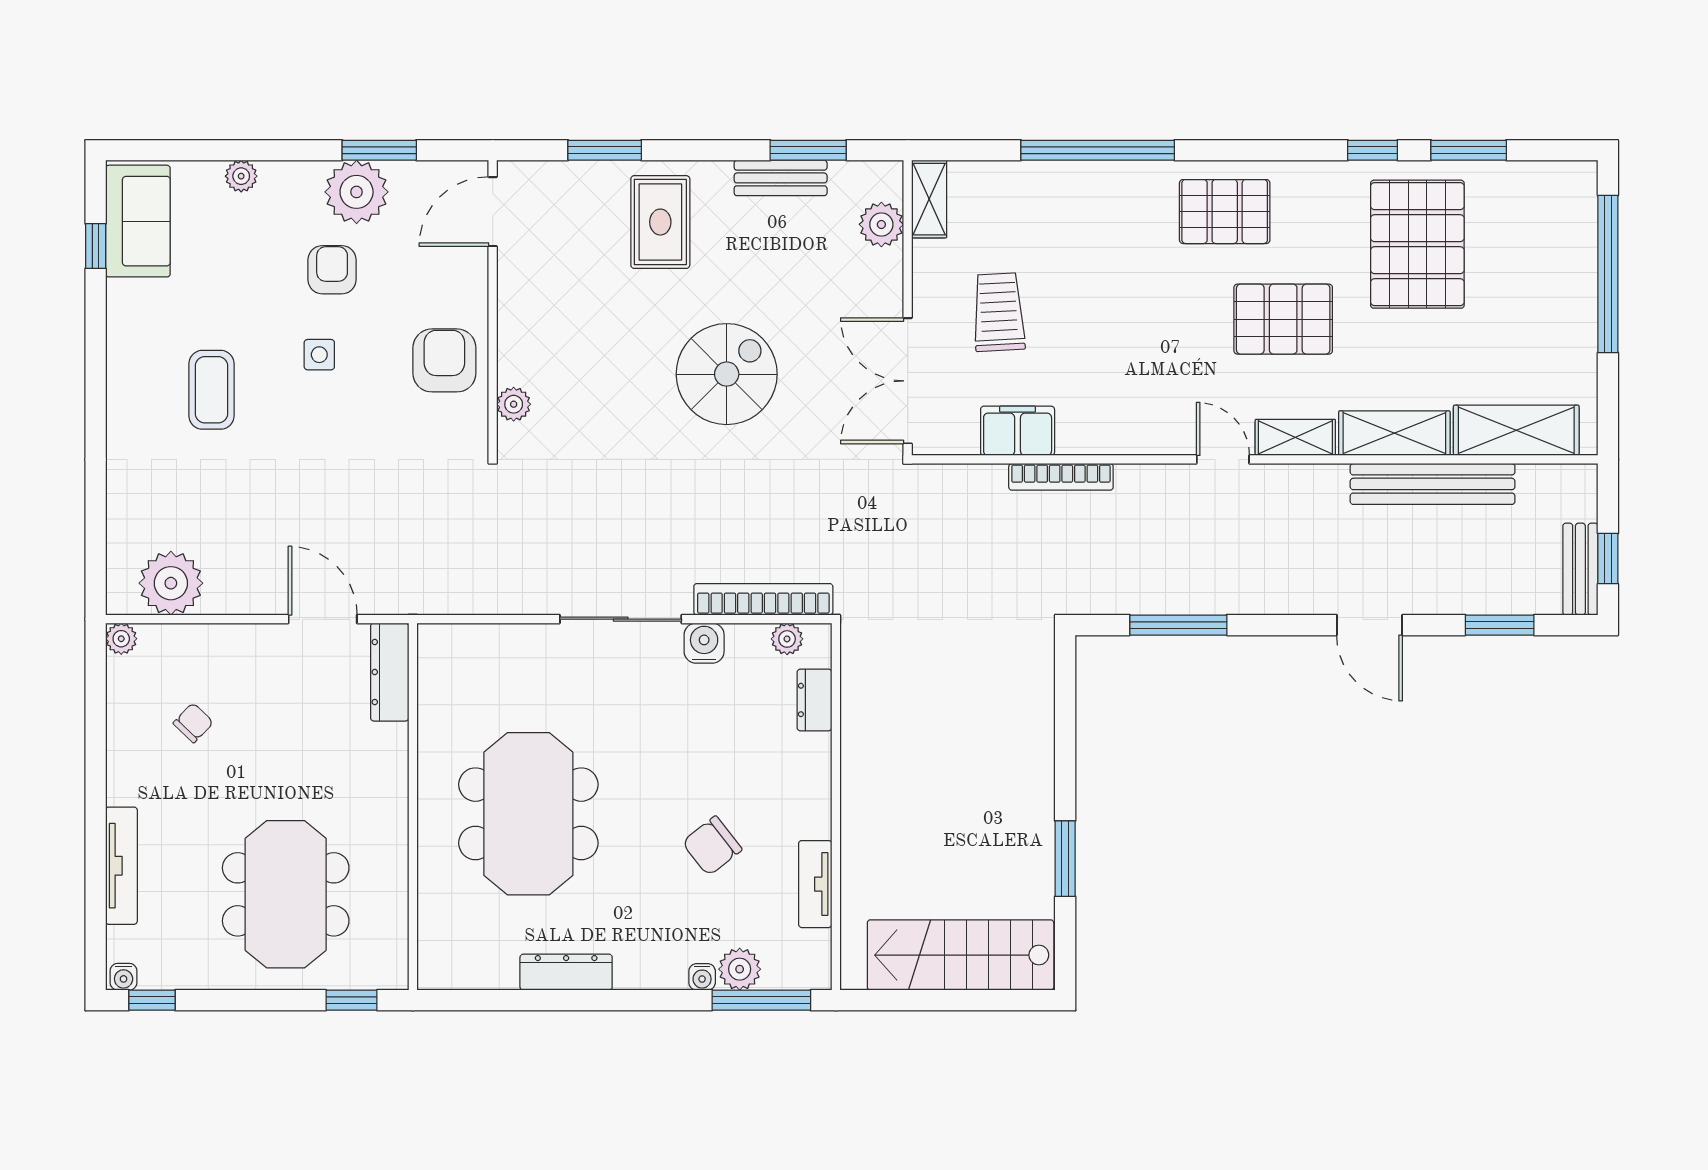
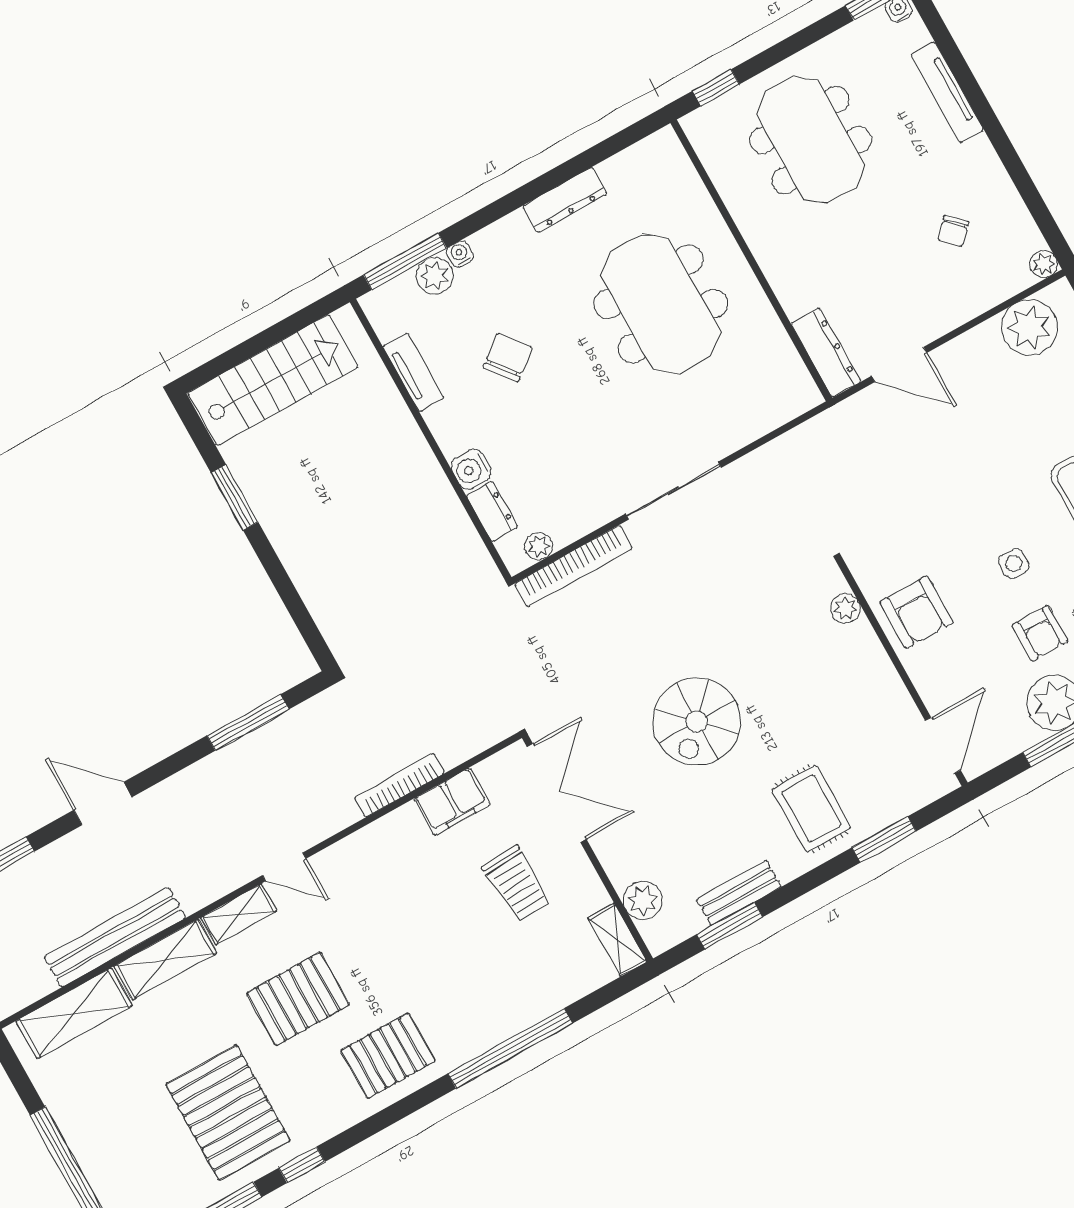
water cooler: (704, 643) -> (471, 469), moved, turned 90

